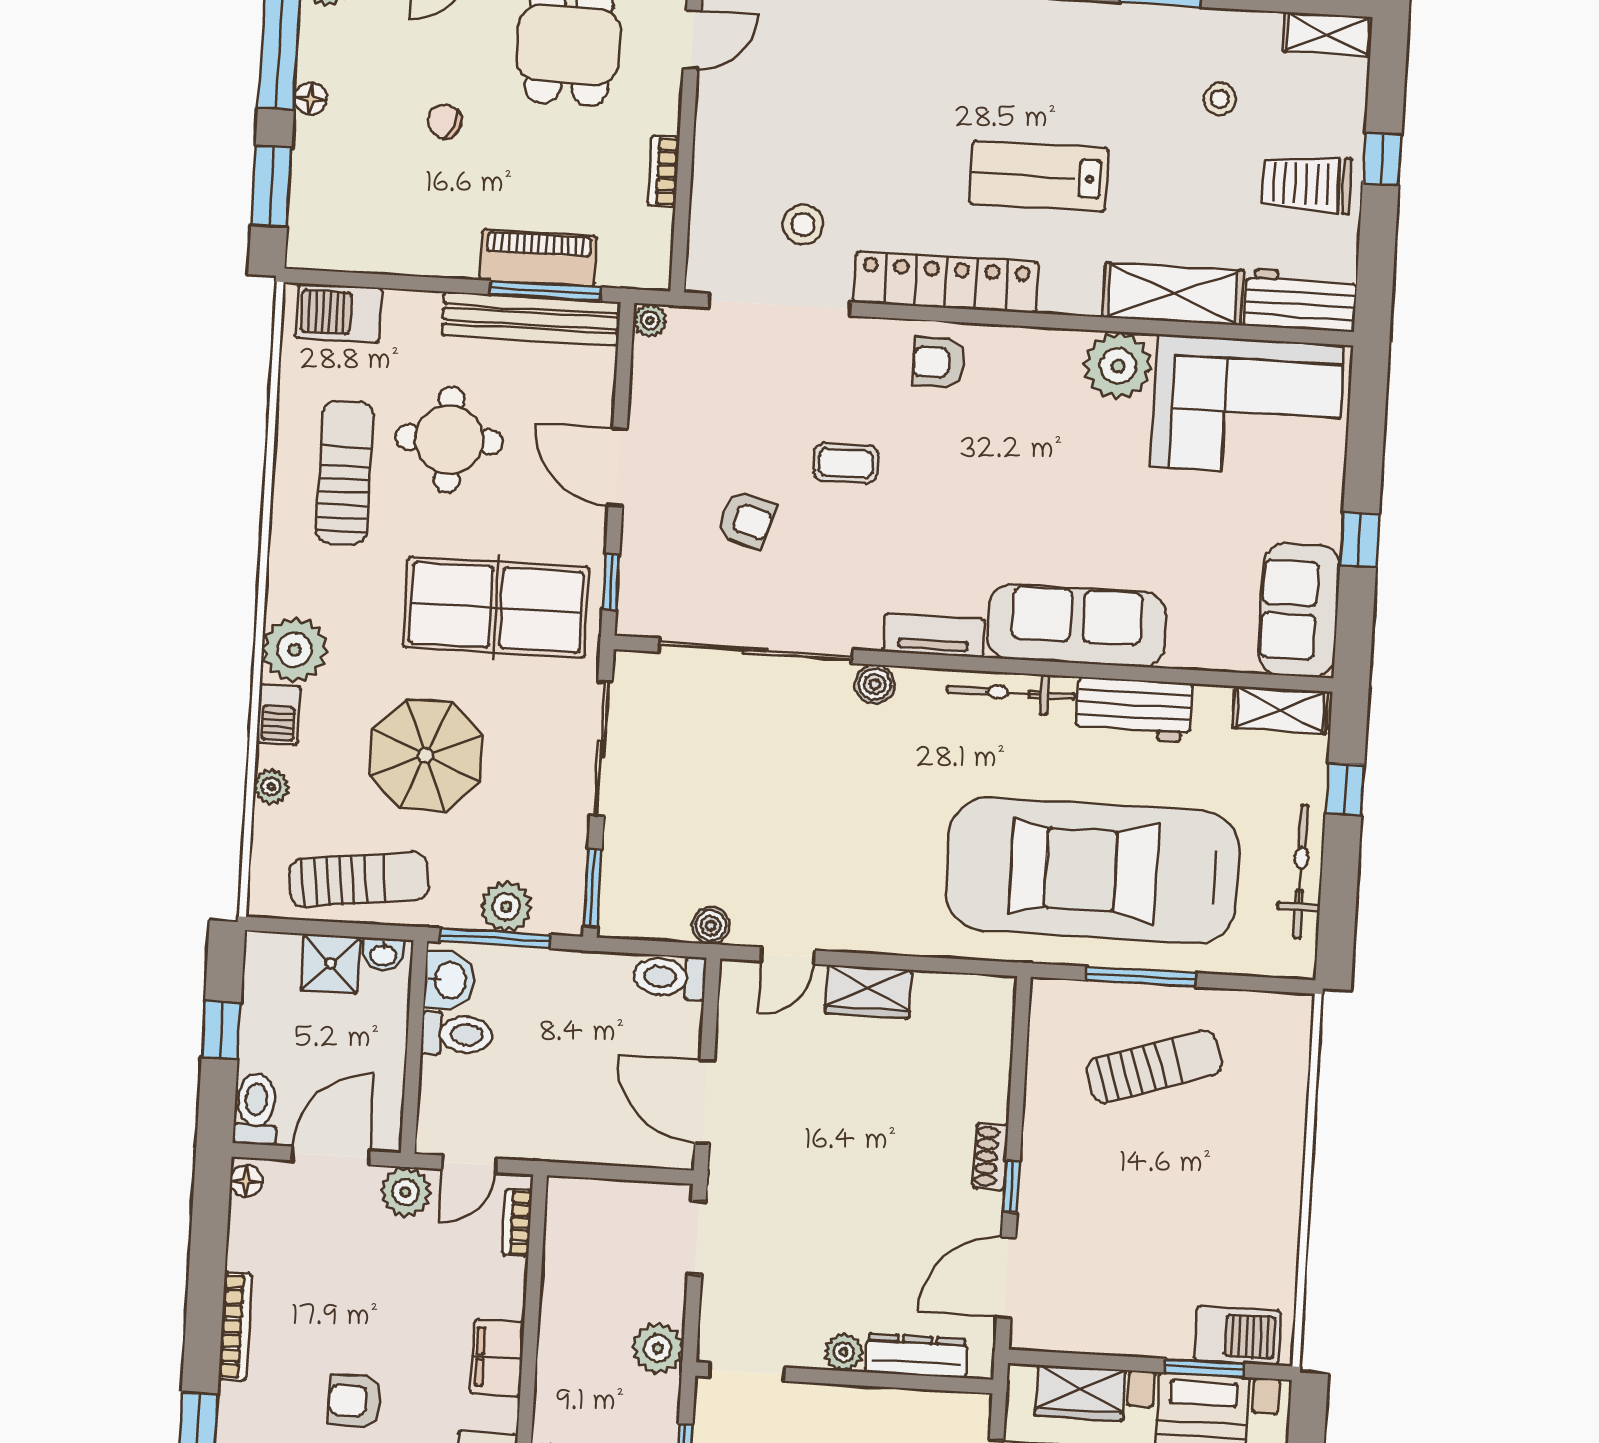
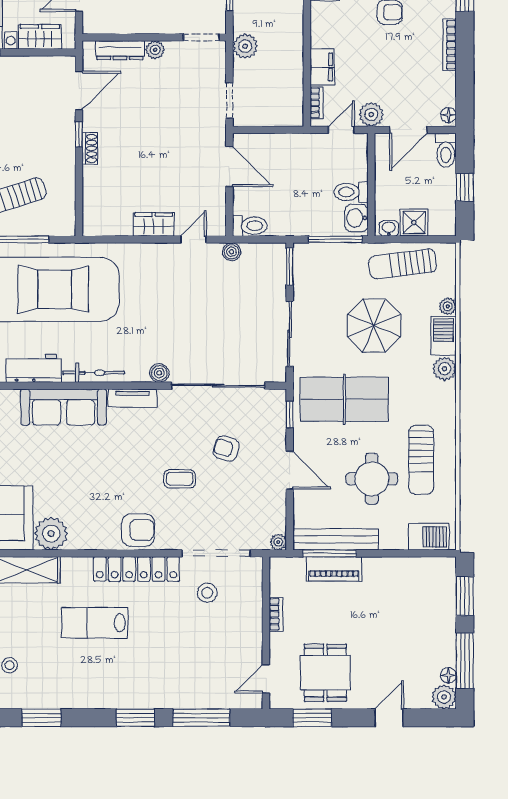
floor lamp: (311, 99) -> (448, 675), moved
chair: (445, 121) -> (383, 632), removed
lab bench: (1039, 176) -> (95, 623), turned 180
armchair: (938, 363) -> (138, 530), width x1.38, depth x1.38
plant: (295, 650) -> (445, 369), width x0.73, depth x0.73
barbecue: (279, 715) -> (444, 336), width x1.38, depth x1.27
plant: (506, 907) -> (331, 255), removed
filing cabinet: (497, 1358) -> (322, 67), moved

